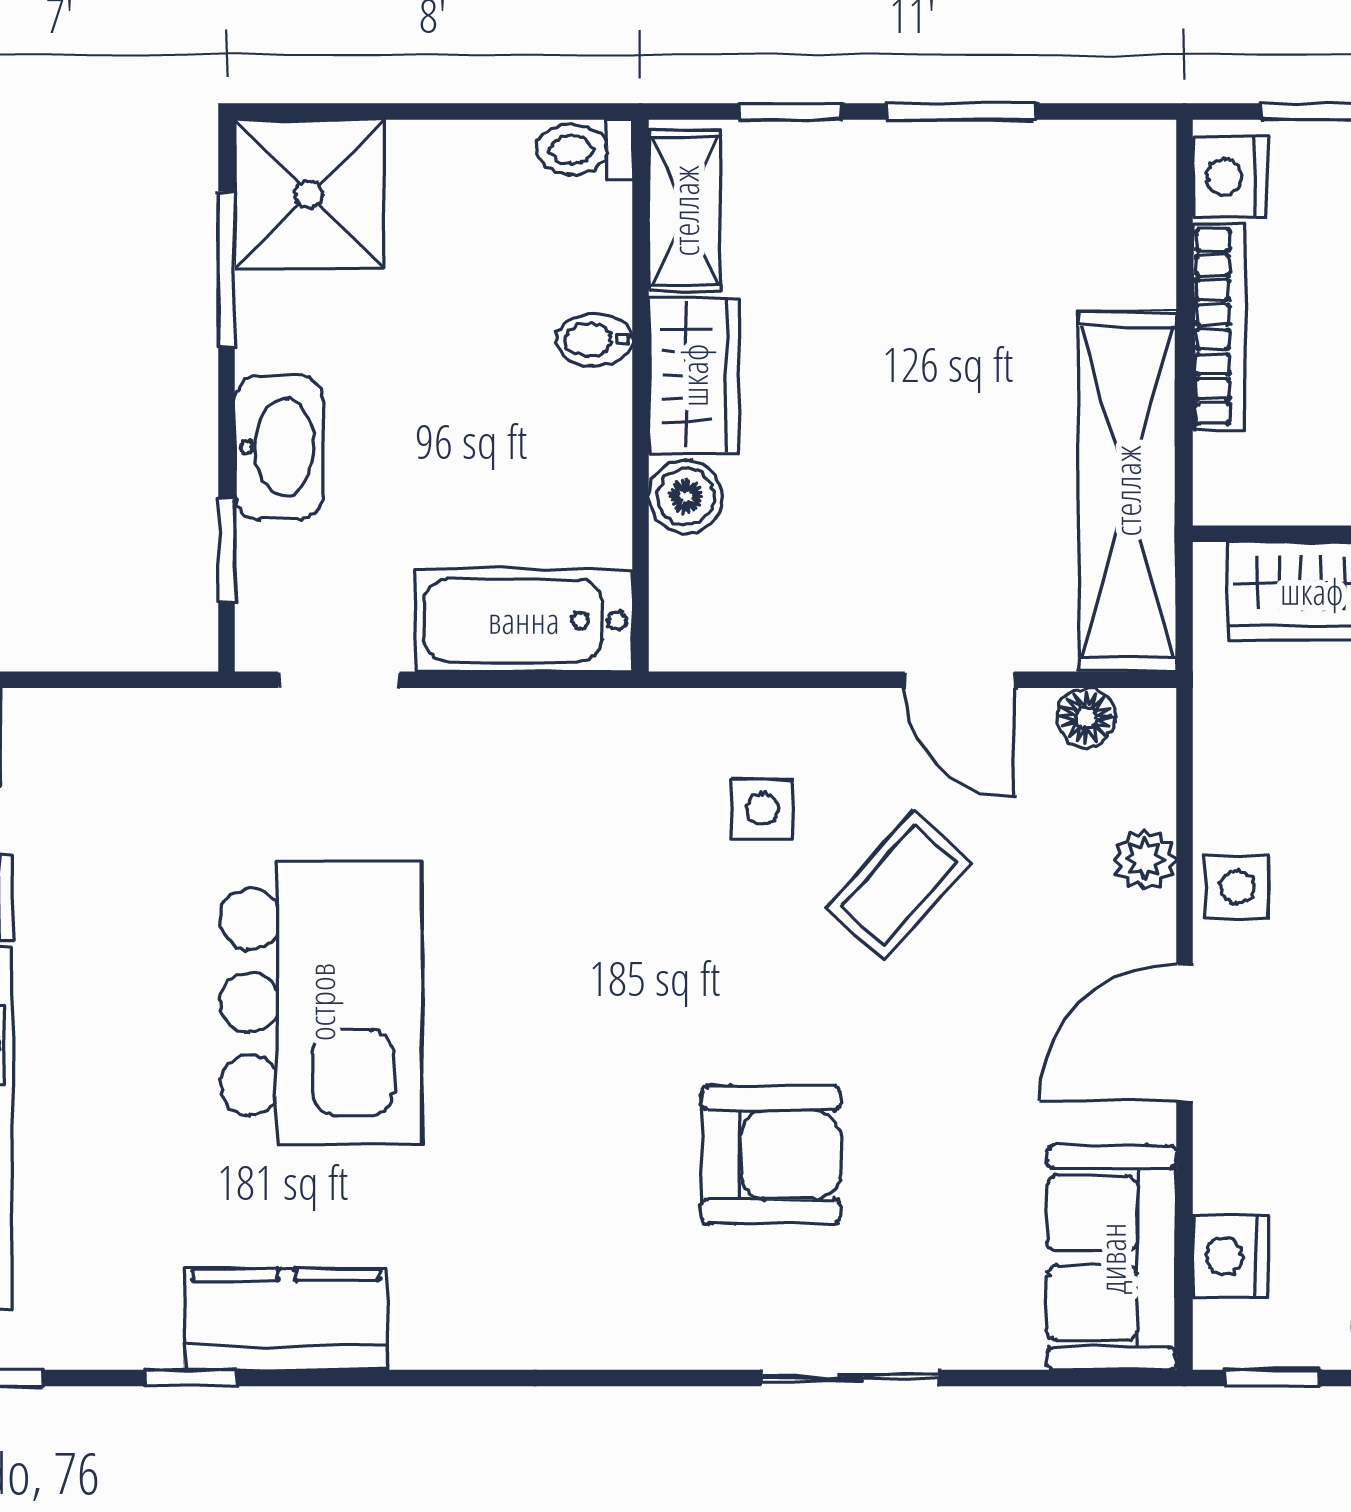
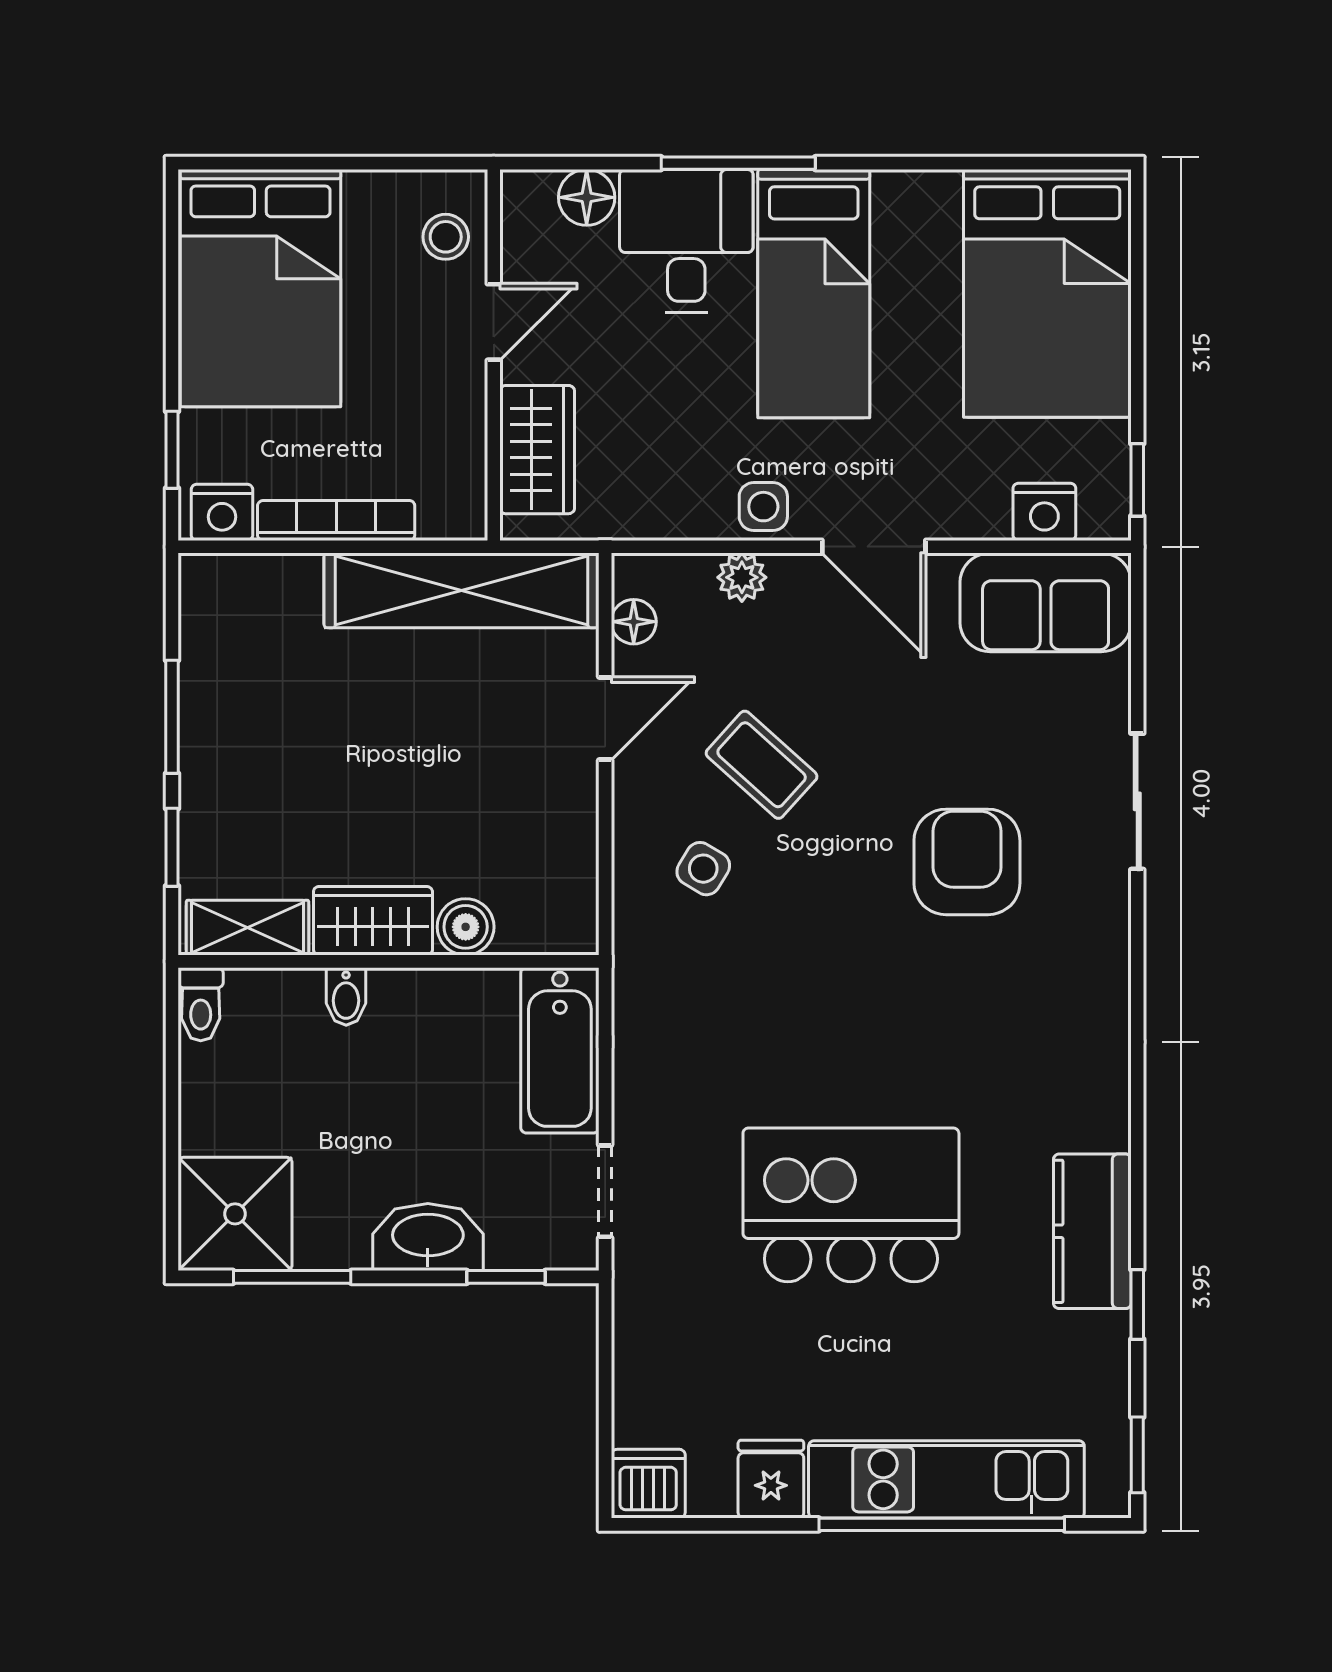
side table: (762, 809) -> (703, 869), turned 31

